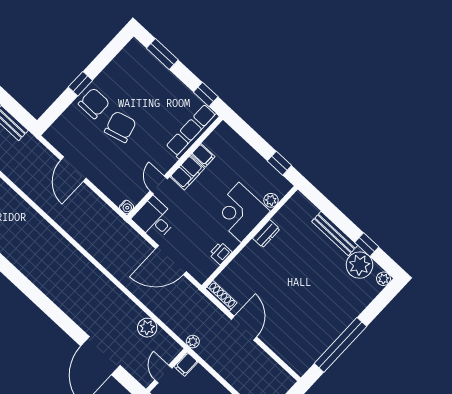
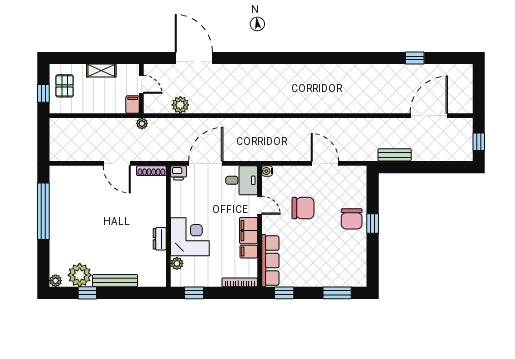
chair: (120, 127) -> (303, 208), moved, turned -75
bookcase: (234, 137) -> (240, 282), added
printer: (220, 253) -> (178, 173), moved, turned 90

